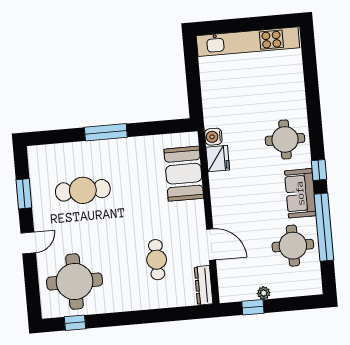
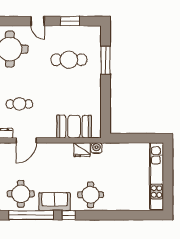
window: (106, 132) -> (105, 60), moved
cafe table: (83, 190) -> (69, 60), turned 90

